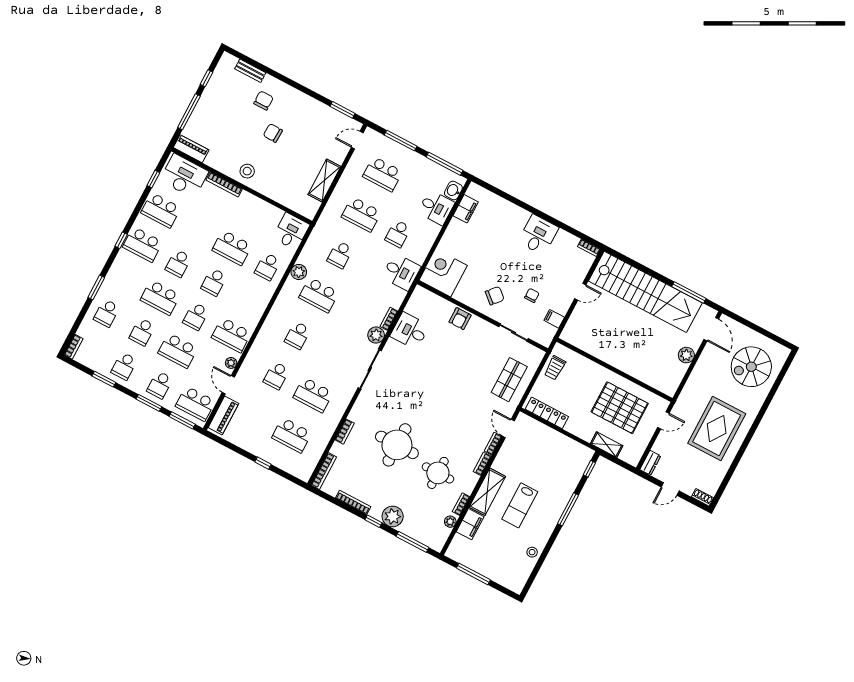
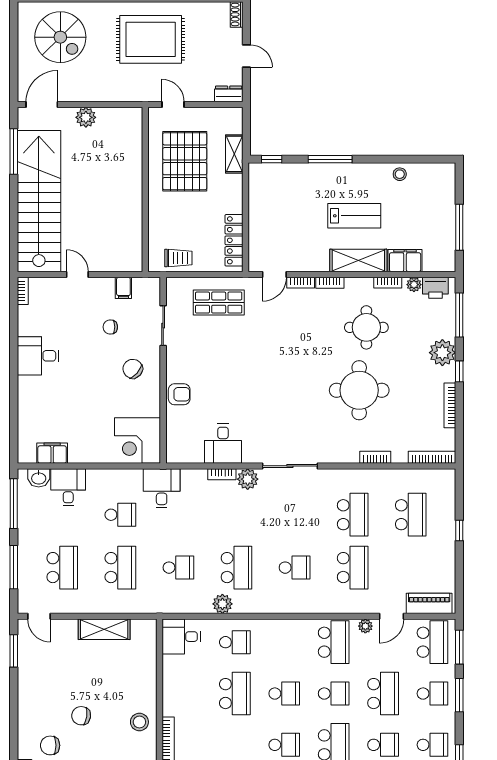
chair: (273, 133) -> (81, 716), turned 97
school desk: (276, 376) -> (353, 568), width x1.85
printer: (440, 535) -> (435, 288), added

